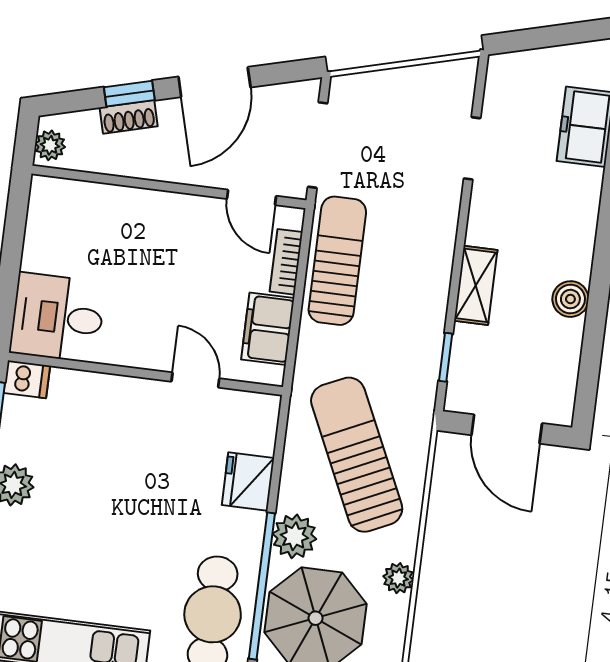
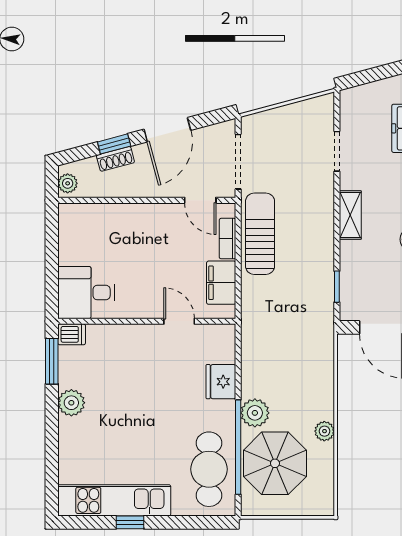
shelving: (476, 285) -> (350, 215), moved
sun lounger: (357, 455) -> (288, 356), removed

